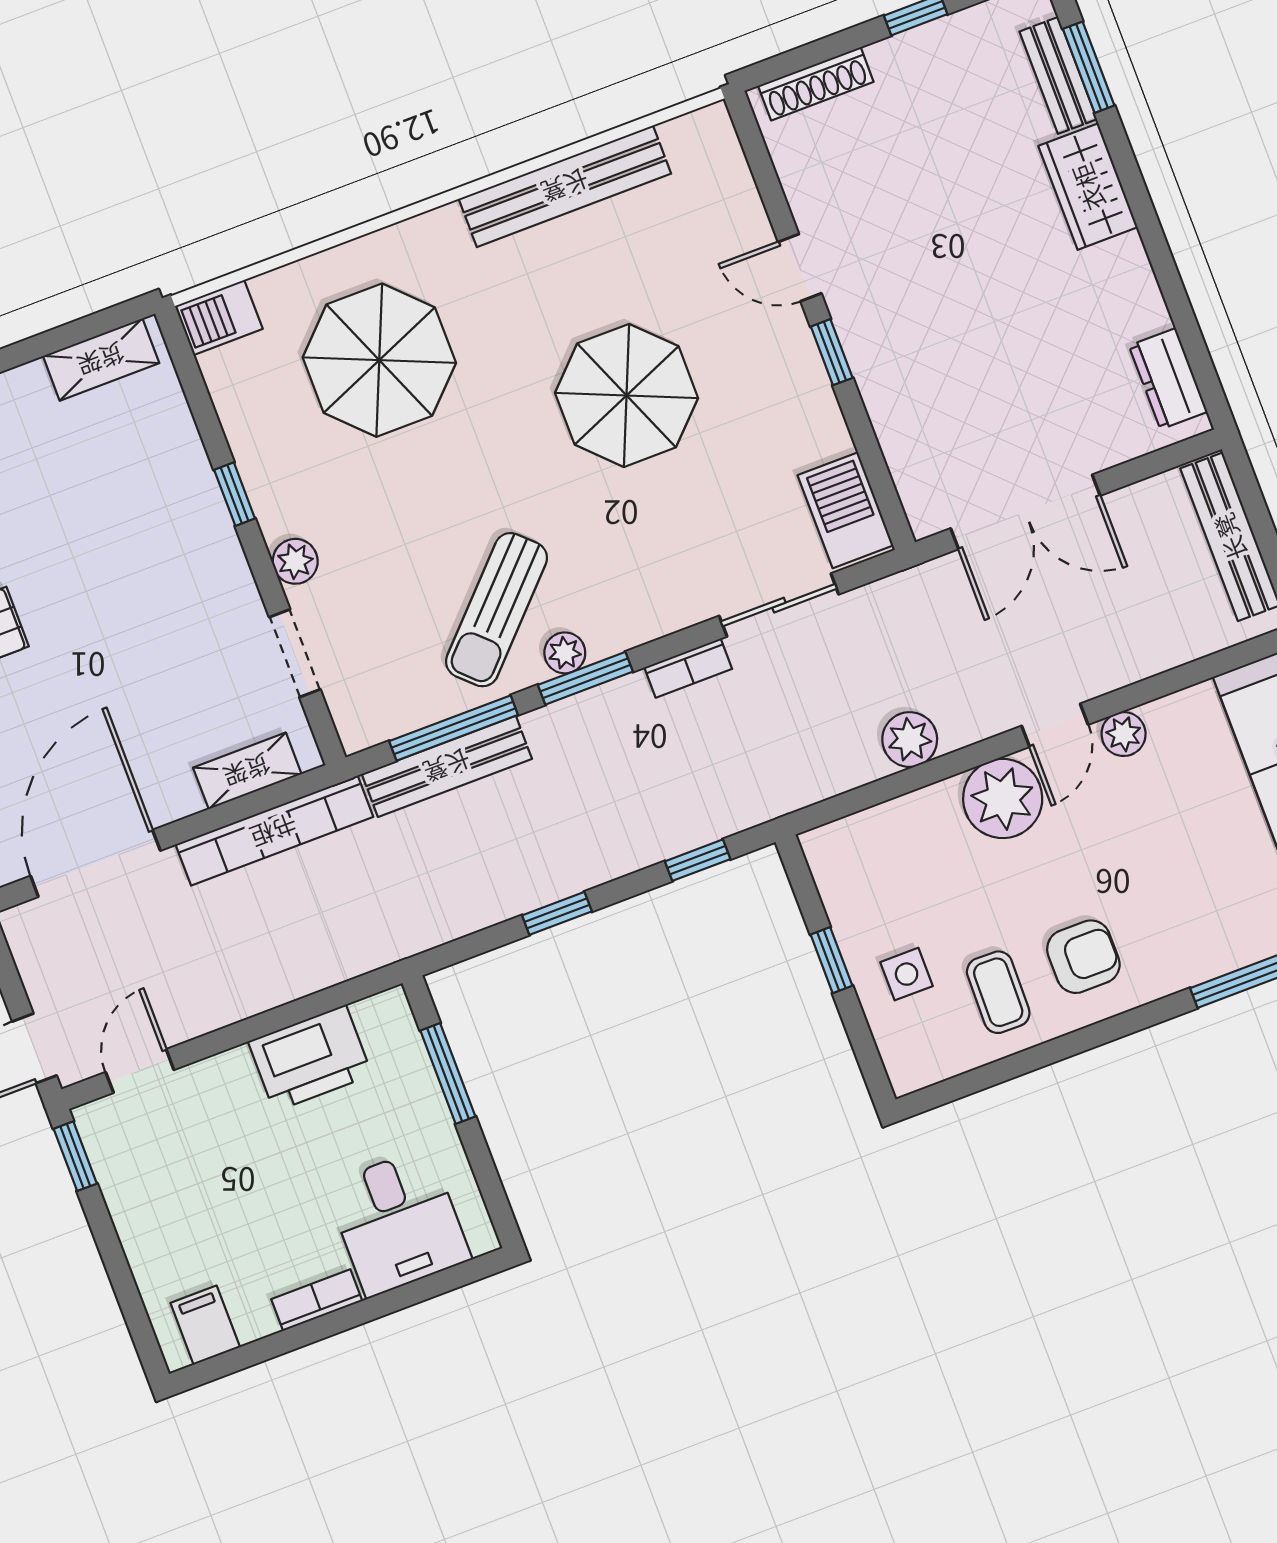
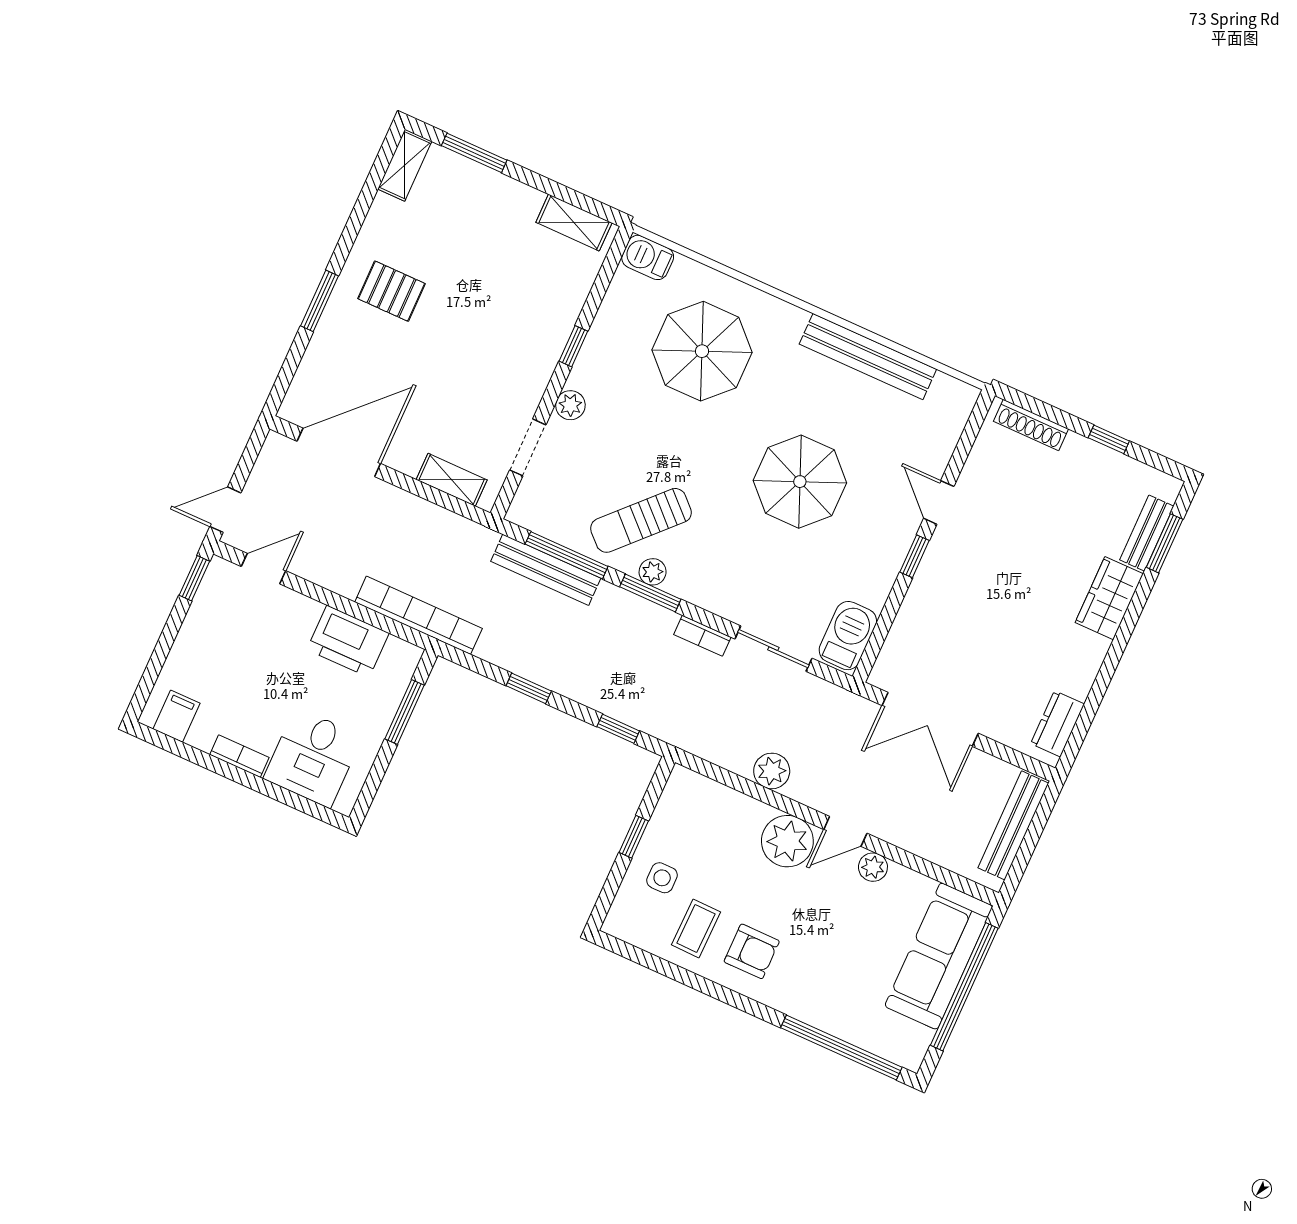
bookcase: (274, 831) -> (418, 615), moved, turned 180

